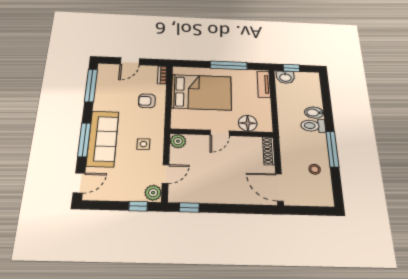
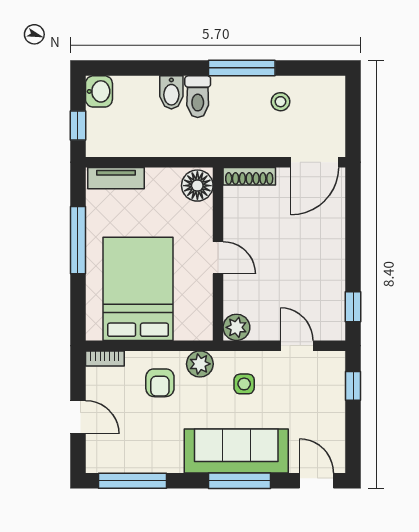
washbasin: (285, 77) -> (99, 91), moved
floor lamp: (248, 123) -> (197, 186), moved
plant: (153, 193) -> (200, 364), moved

